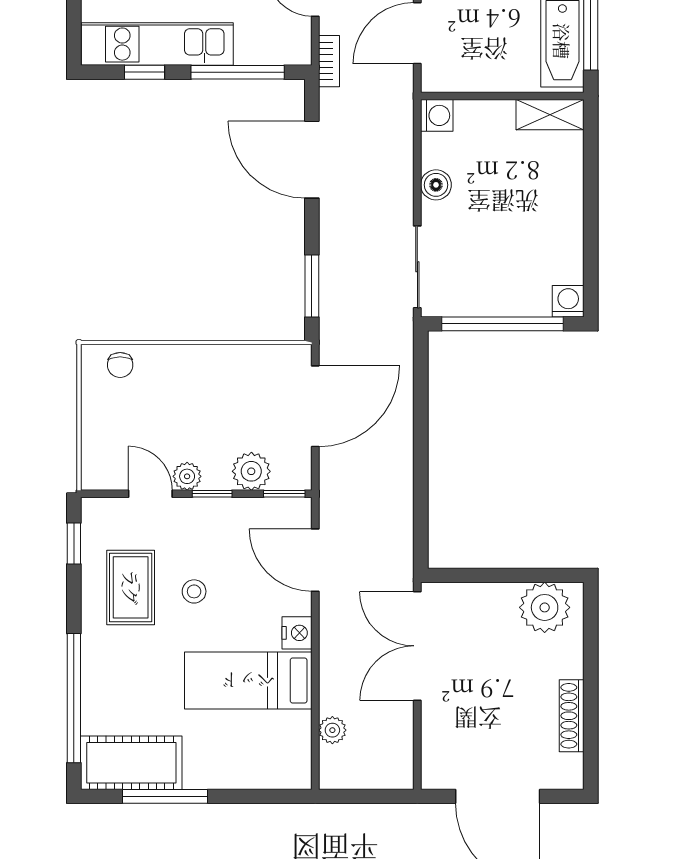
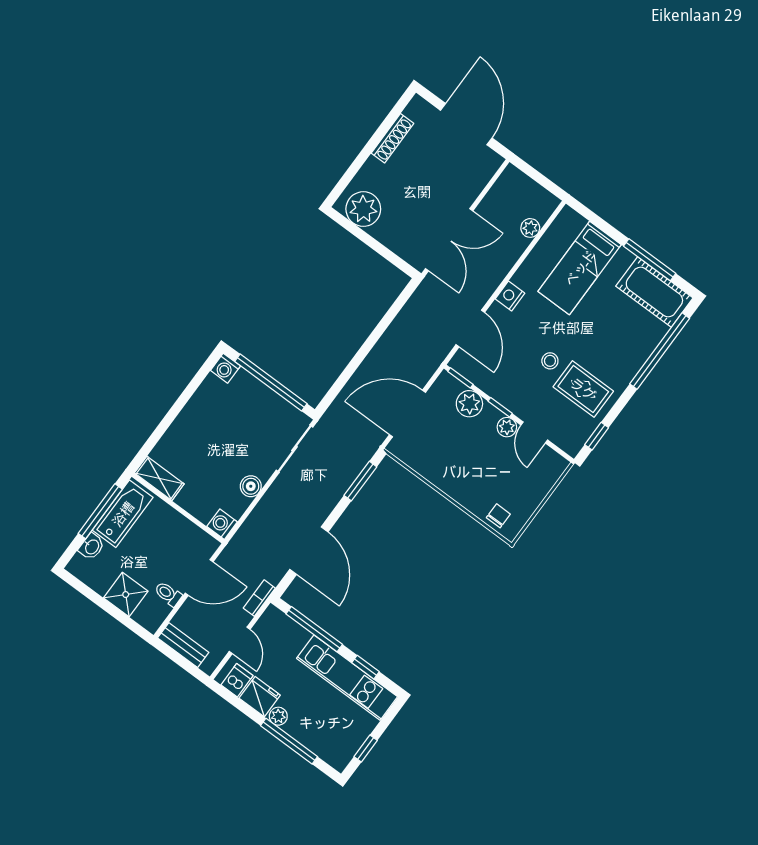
rug: (131, 587) -> (583, 389), turned 90
bed: (248, 681) -> (580, 268), moved, turned 90

